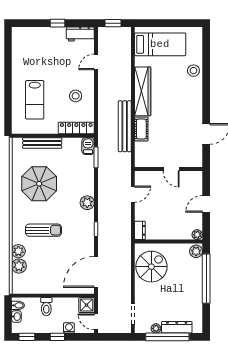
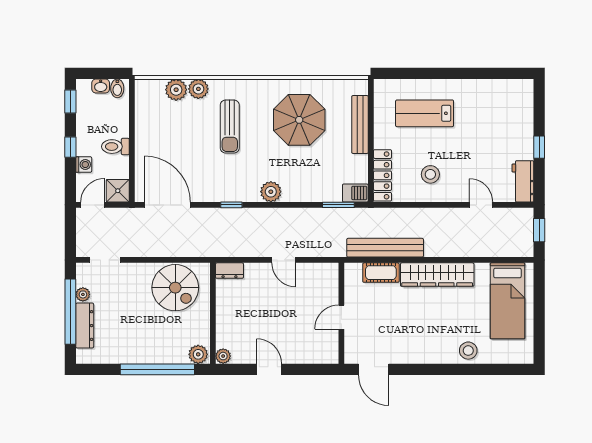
wall: (169, 169) -> (341, 313), moved
door: (171, 169) -> (341, 317), moved
toilet: (46, 307) -> (115, 147), moved

